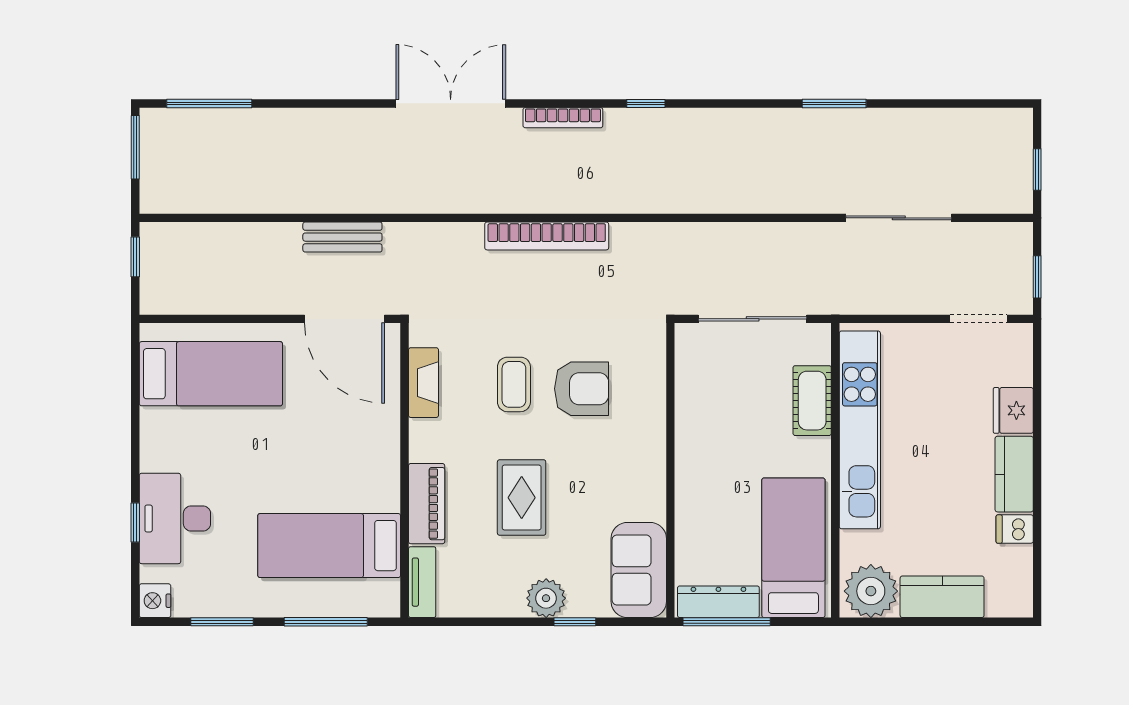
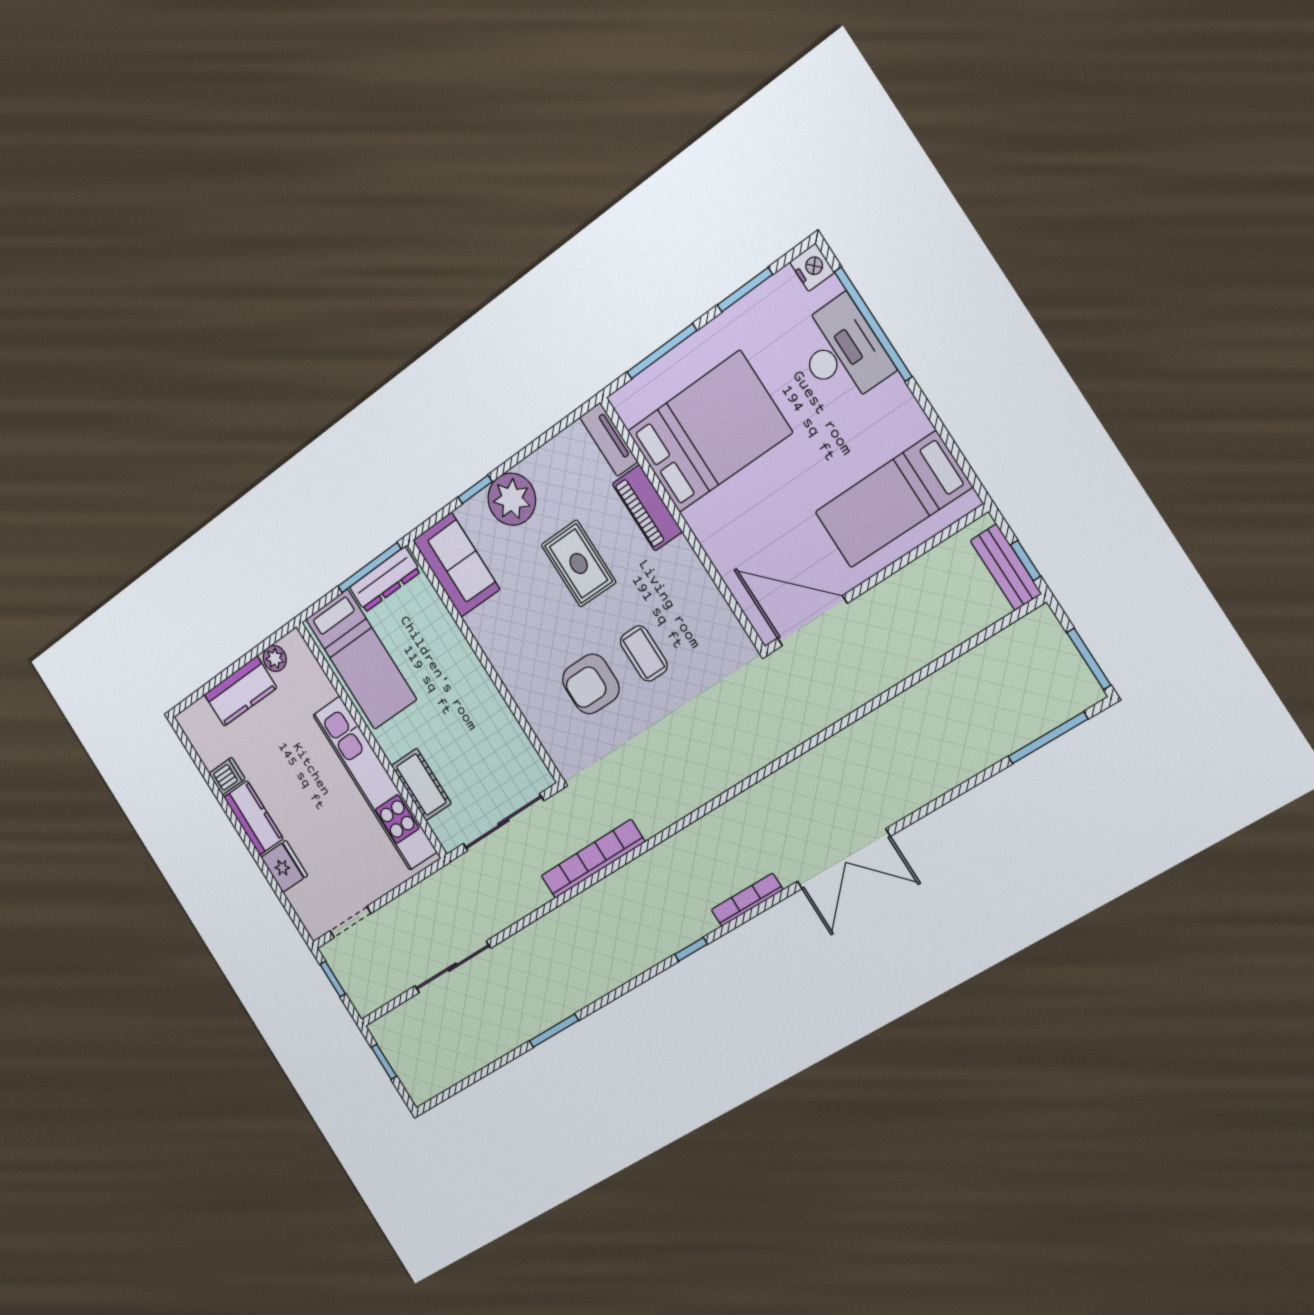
bookcase: (547, 236) -> (593, 859), moved
bench: (342, 237) -> (1006, 567), moved, turned 90
fireplace: (423, 383) -> (714, 608), removed
window: (135, 522) -> (873, 324), width x3.17
bed: (329, 546) -> (709, 432), width x1.50
plant: (871, 591) -> (275, 658), width x0.53, depth x0.53
plant: (546, 598) -> (512, 499), width x1.36, depth x1.36

